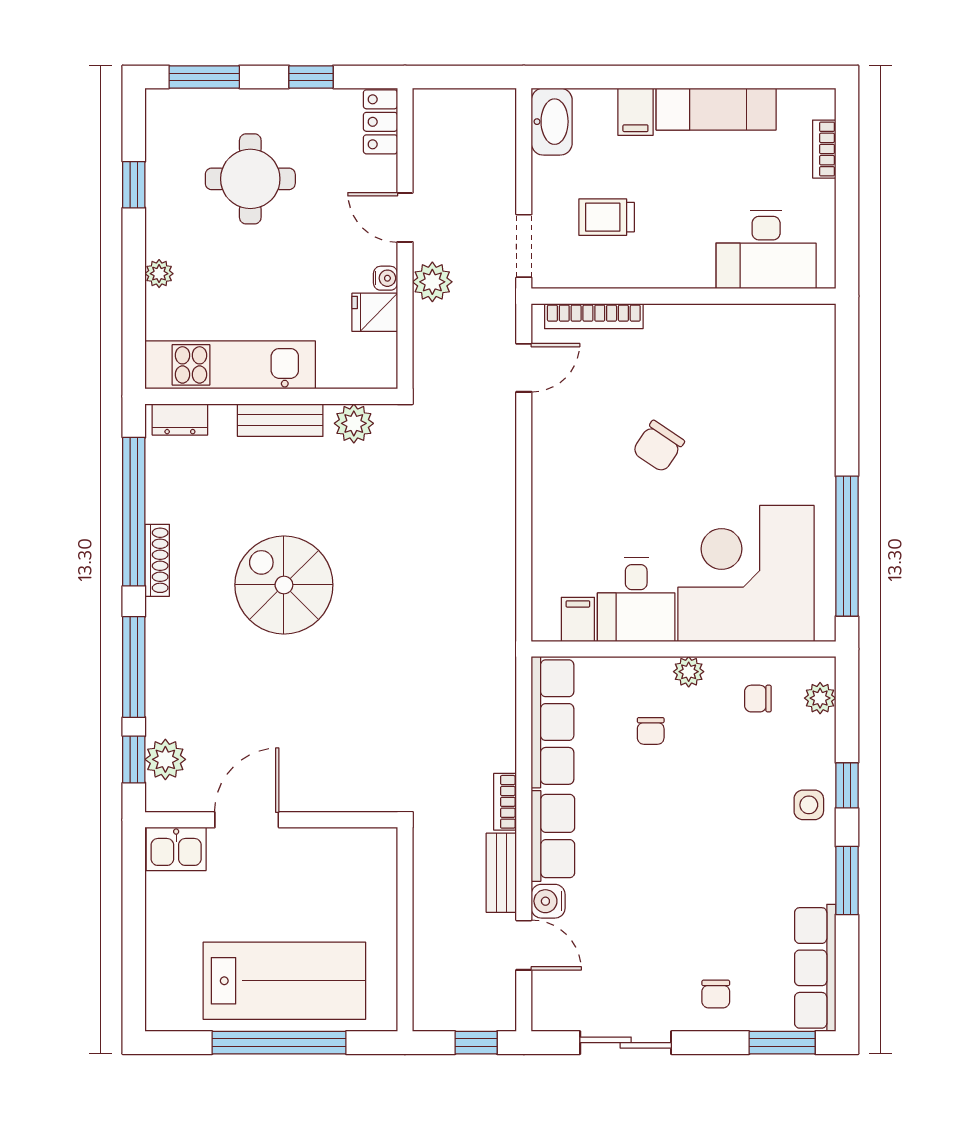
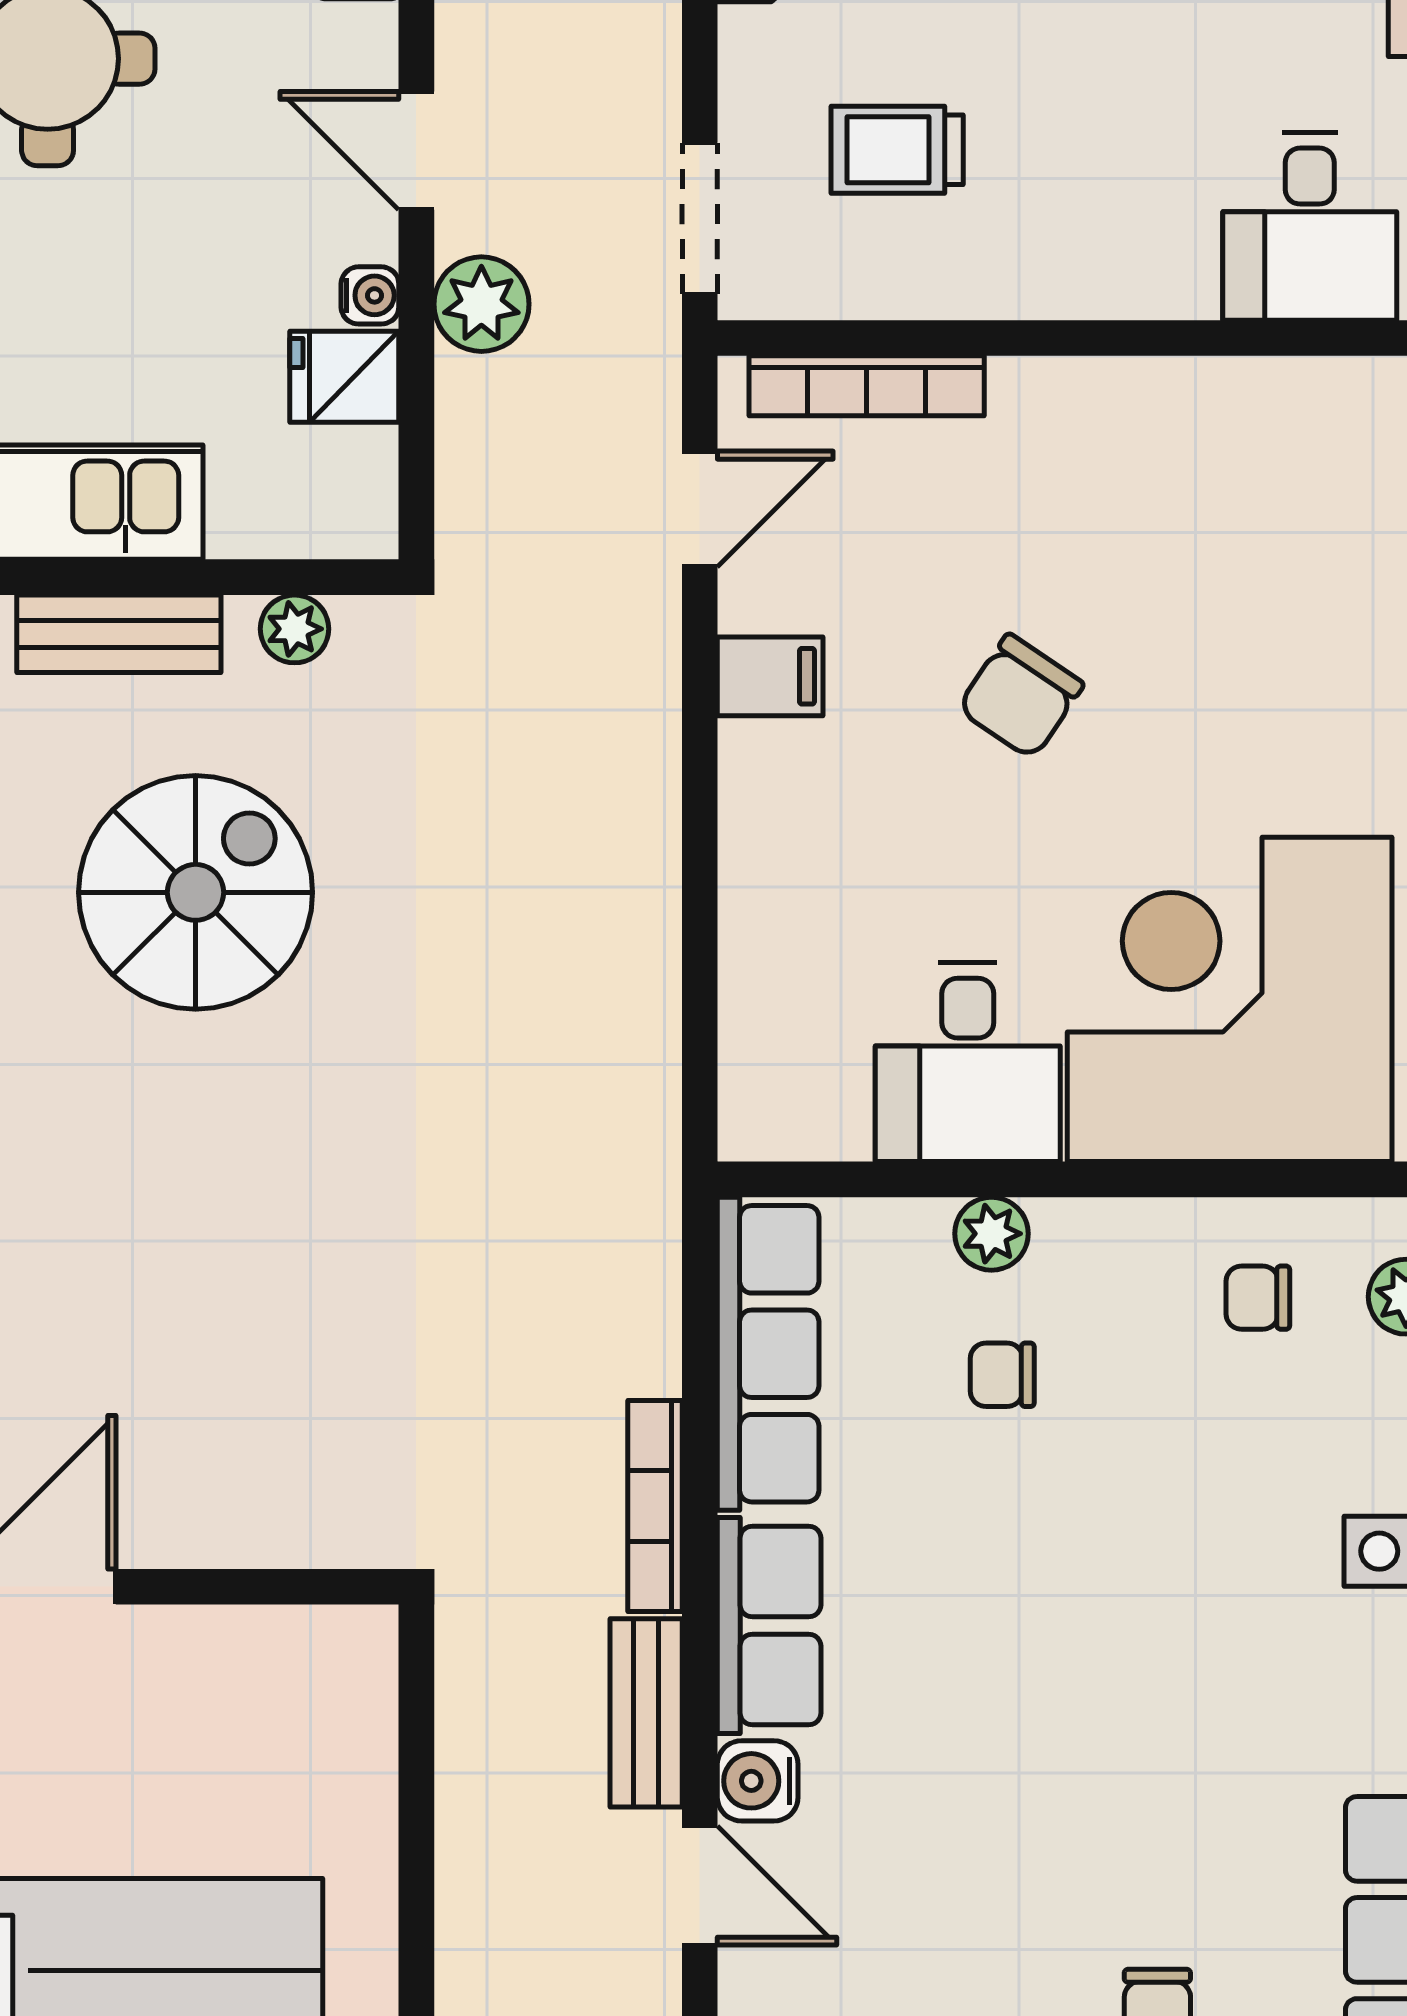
desk: (766, 249) -> (1310, 227), width x0.73
plant: (354, 423) -> (294, 629), width x0.73, depth x0.73
spiral stairs: (284, 585) -> (196, 892), moved, turned 90
filing cabinet: (578, 619) -> (770, 676), moved, turned 90
plant: (689, 672) -> (991, 1234), moved
chair: (651, 731) -> (1002, 1375), turned 90
bookcase: (505, 802) -> (655, 1506), width x1.56

